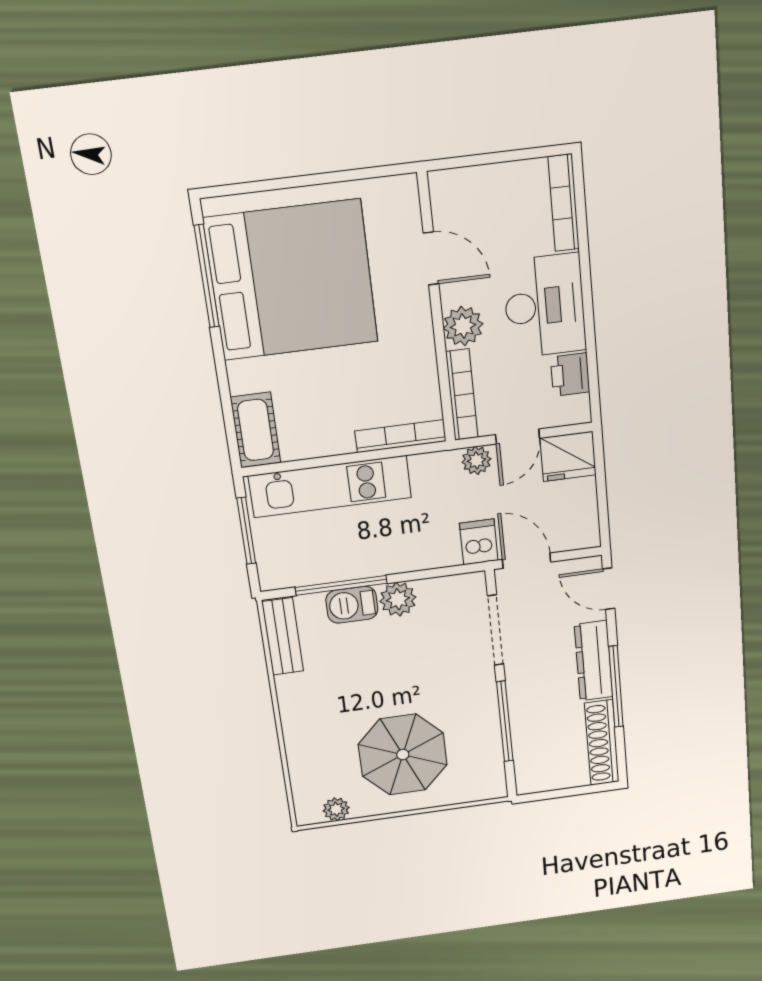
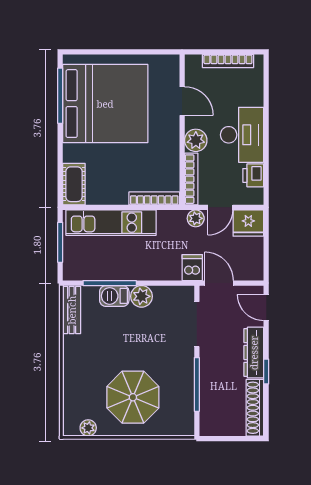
bookcase: (564, 203) -> (228, 61), moved, turned -90
window: (616, 687) -> (266, 372), width x0.46

